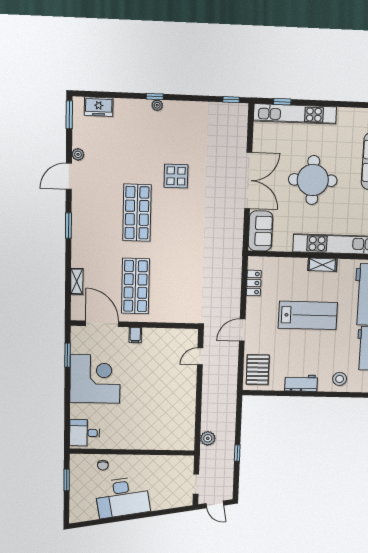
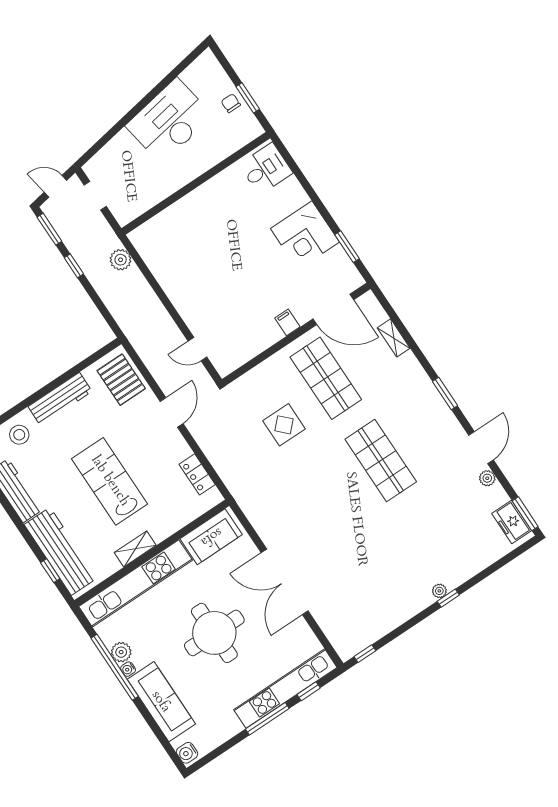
window: (319, 103) -> (267, 719), added
freezer: (99, 107) -> (512, 522), moved, turned -90
display table: (176, 176) -> (284, 425), moved
sofa: (261, 231) -> (211, 537), moved, turned -90
lab bench: (308, 315) -> (110, 481), turned 90
door: (200, 356) -> (197, 349), swing flipped
corner desk: (95, 379) -> (305, 235), width x0.74, depth x0.74
workbench: (301, 383) -> (60, 399), width x1.37
chair: (103, 465) -> (231, 103), moved
window: (236, 483) -> (49, 229), added

